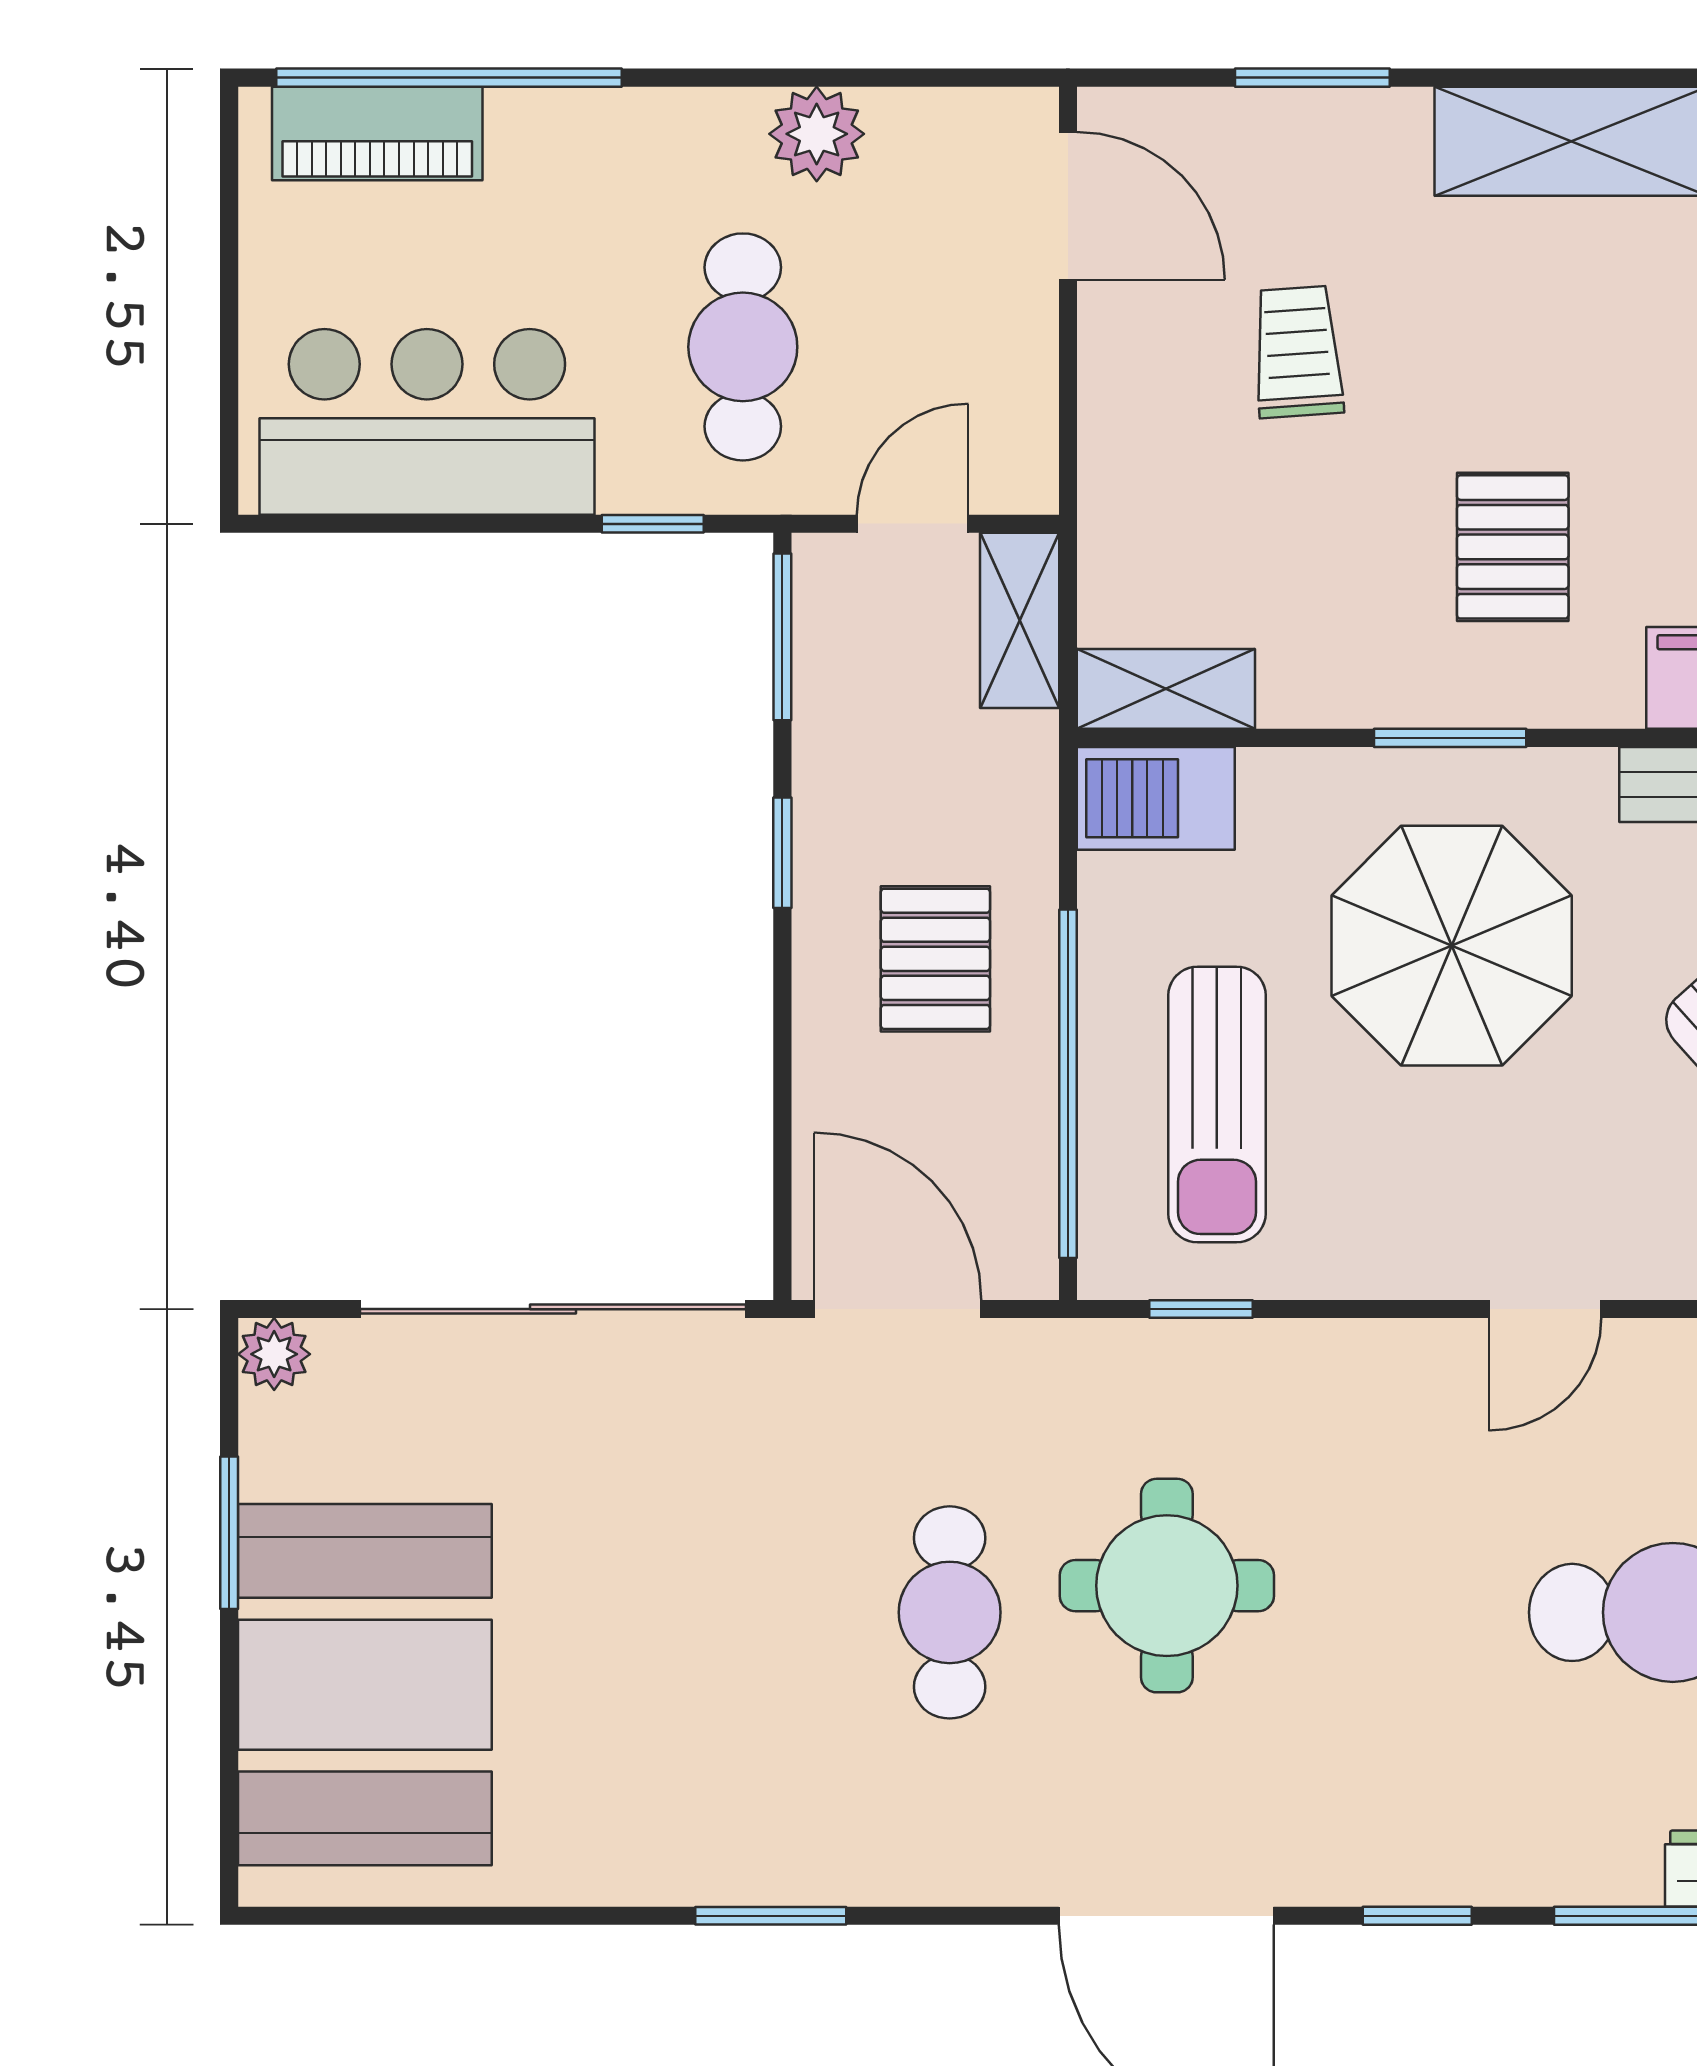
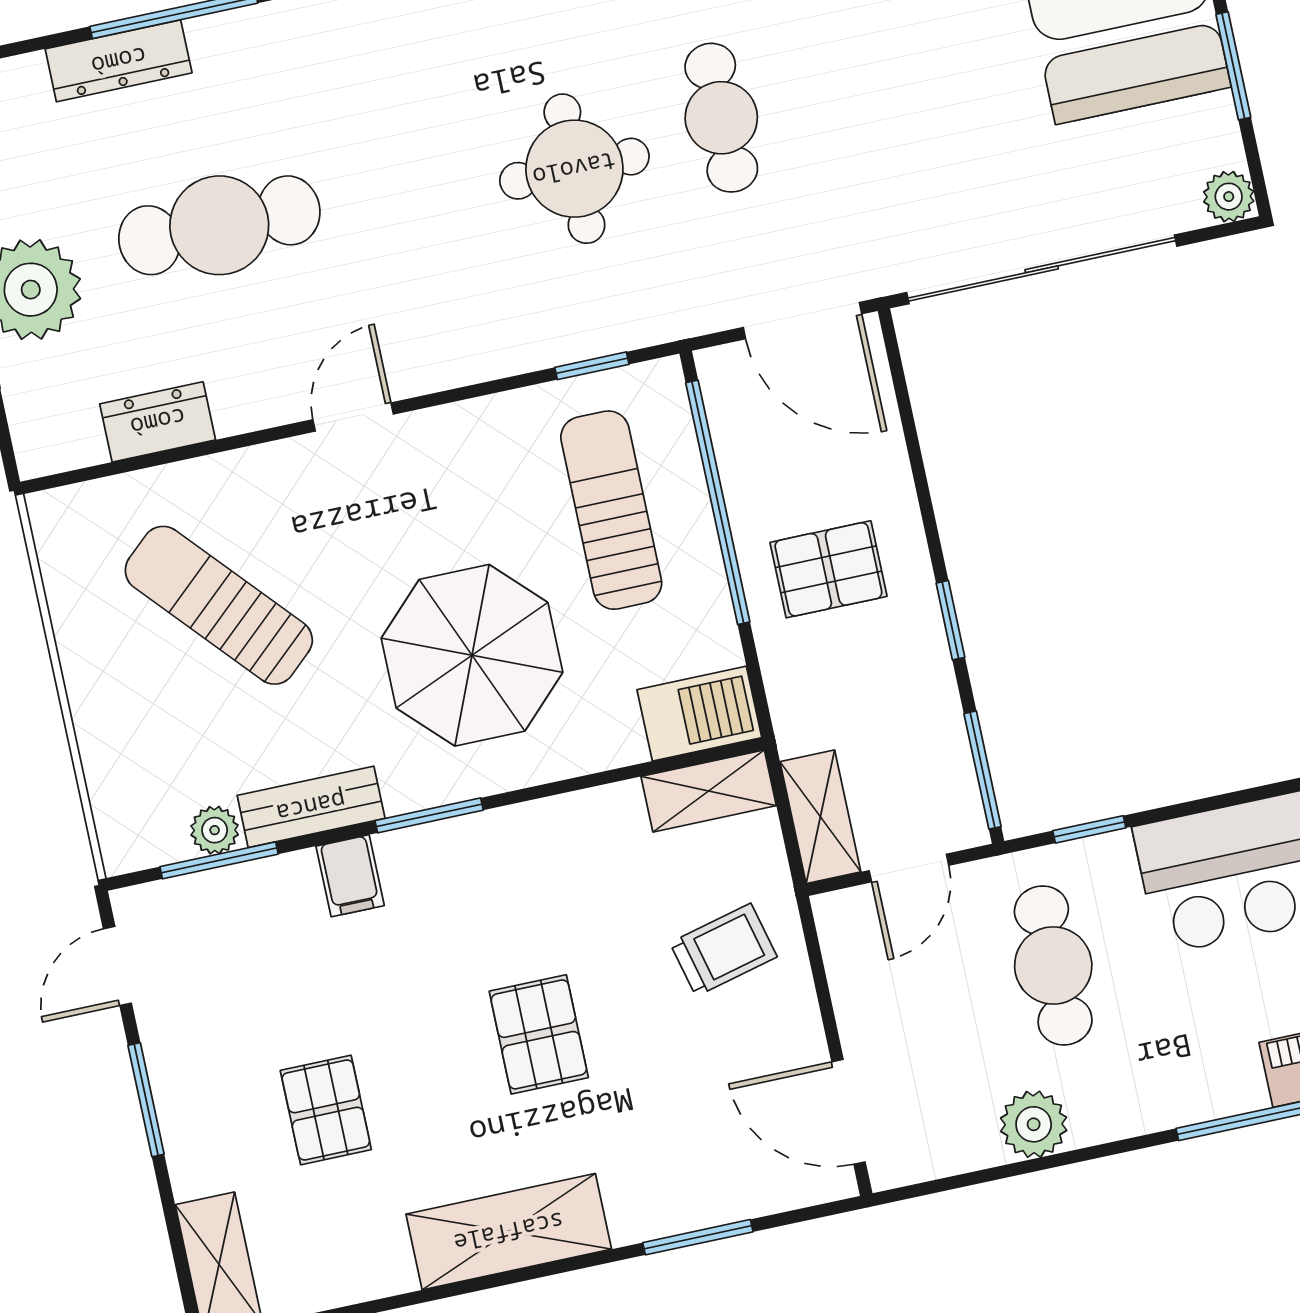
trolley: (1298, 352) -> (723, 950), moved, turned -100
pallet: (1513, 547) -> (539, 1034), moved
window: (1450, 738) -> (429, 815), moved
pallet: (935, 959) -> (828, 569), turned 90

